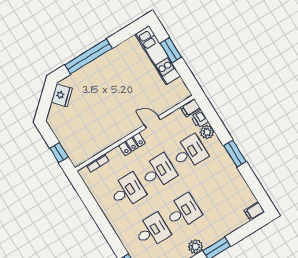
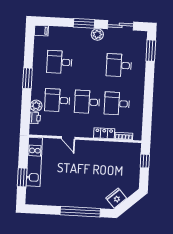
kitchen unit: (158, 55) -> (34, 162), moved
filing cabinet: (190, 108) -> (36, 130), removed
locker: (132, 144) -> (104, 133), moved
desk: (183, 211) -> (59, 62), moved

